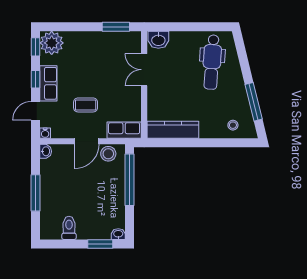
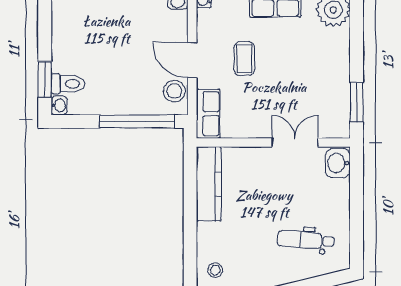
dental chair: (212, 62) -> (306, 240), width x0.73, depth x0.72
toilet: (69, 228) -> (68, 84), moved

